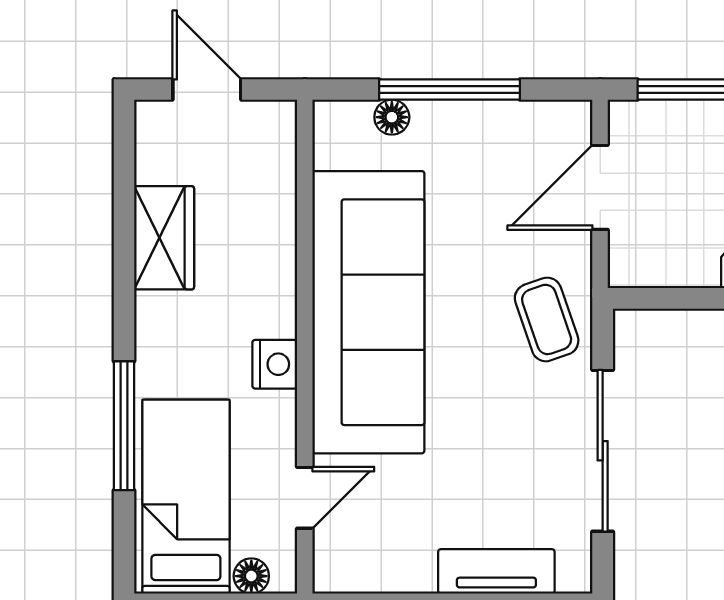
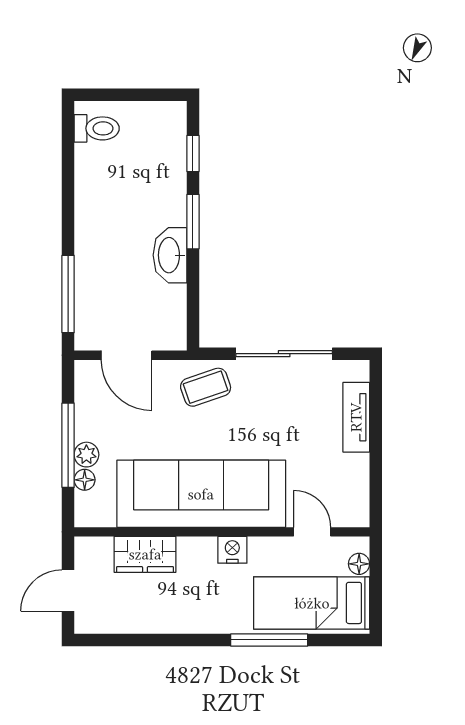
plant: (434, 120) -> (86, 455), added
wardrobe: (164, 238) -> (145, 554), moved, turned 180

